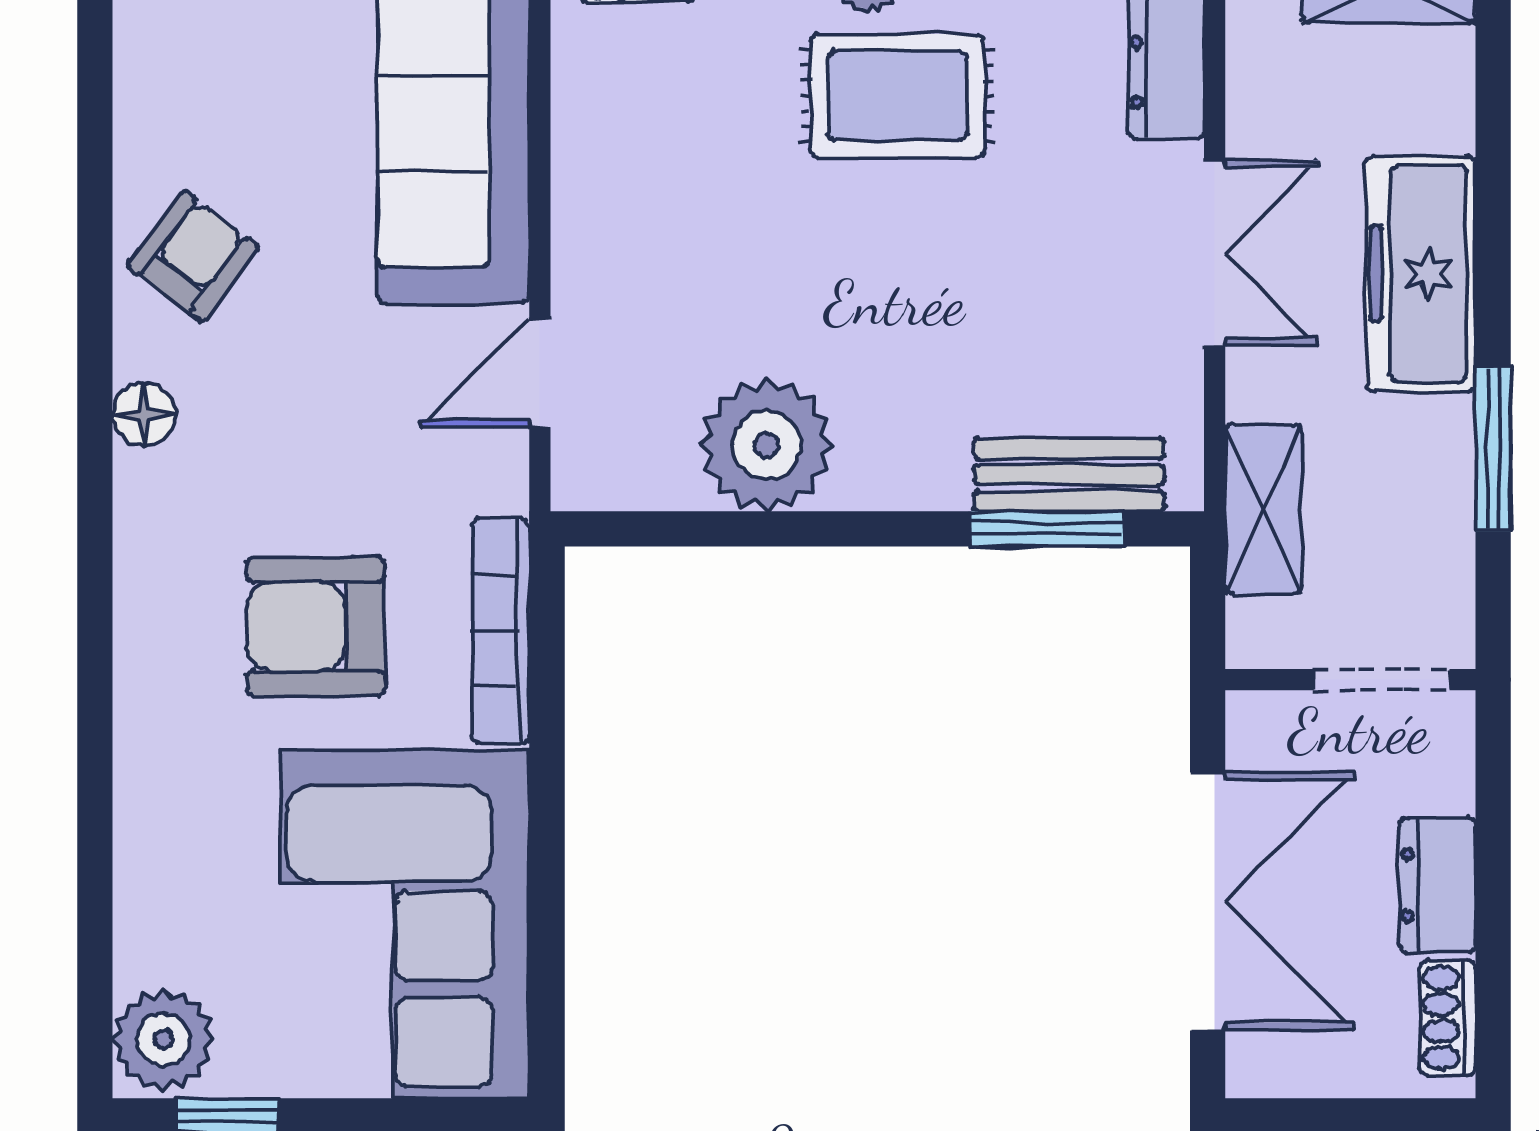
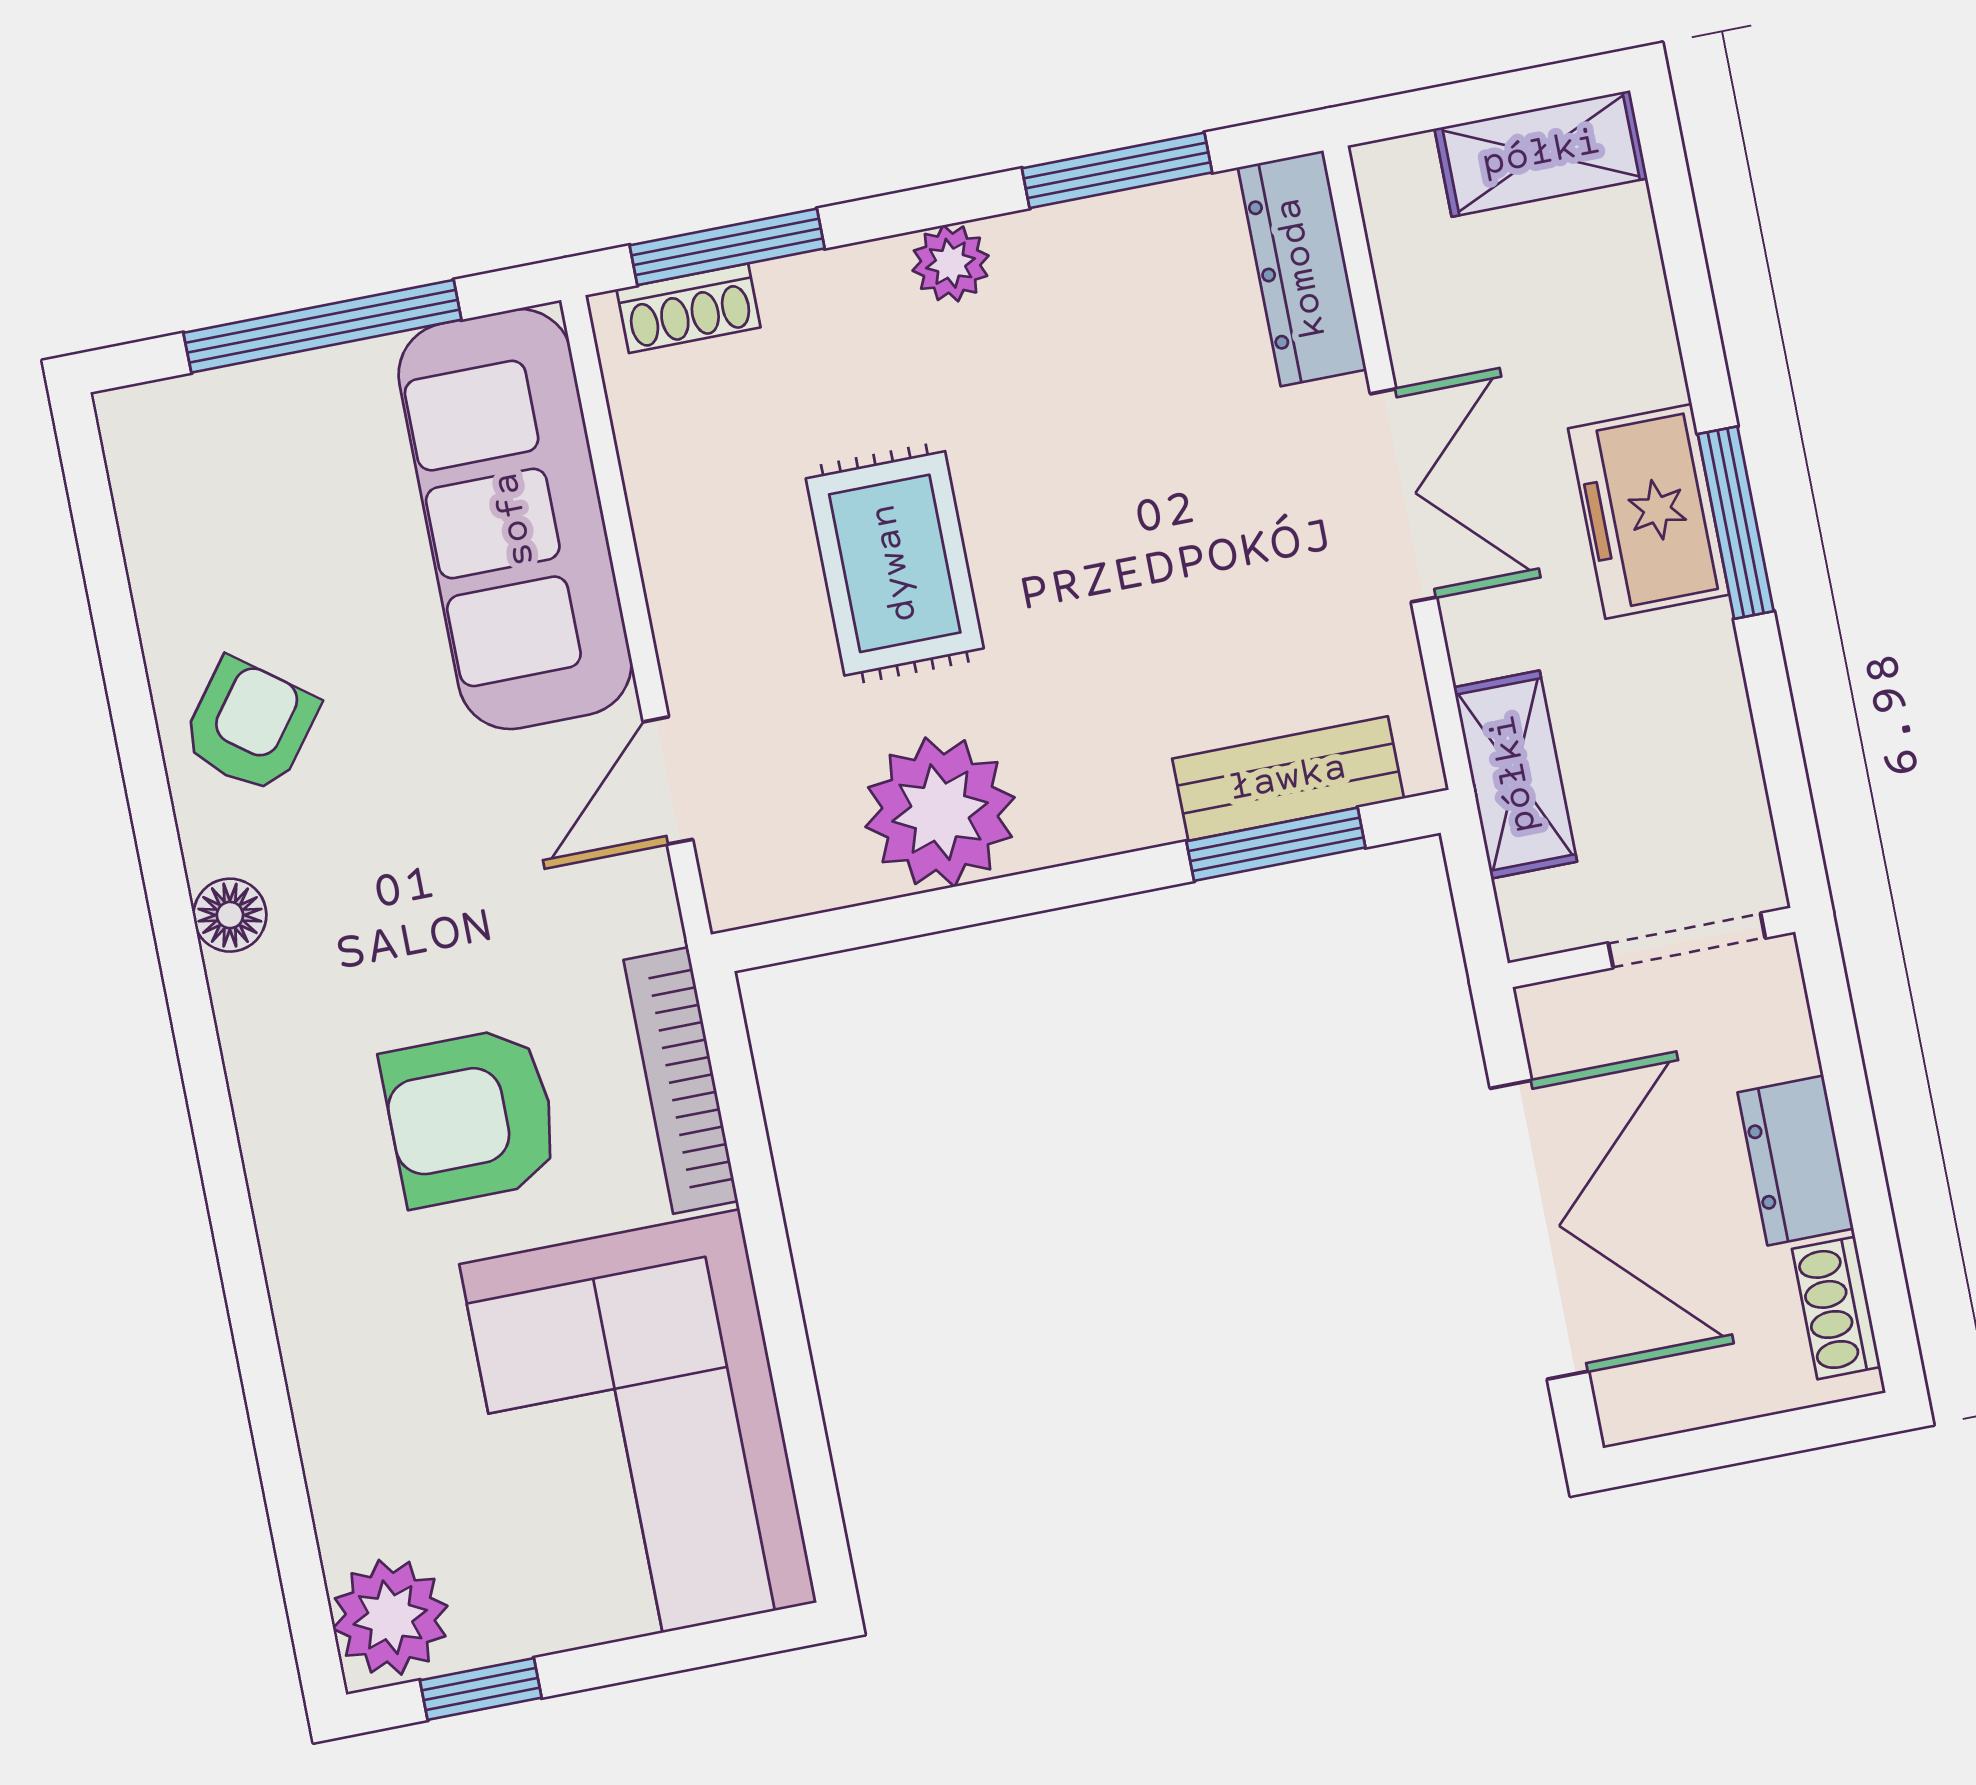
rug: (897, 96) -> (895, 563), moved, turned 90
freezer: (1421, 274) -> (1649, 511), width x0.71
window: (1493, 449) -> (1736, 523), moved

